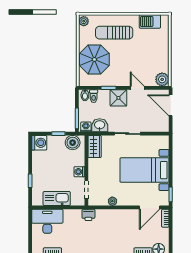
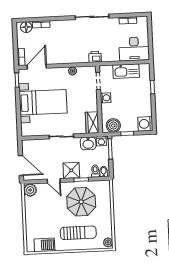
parasol: (94, 59) -> (81, 202), moved

